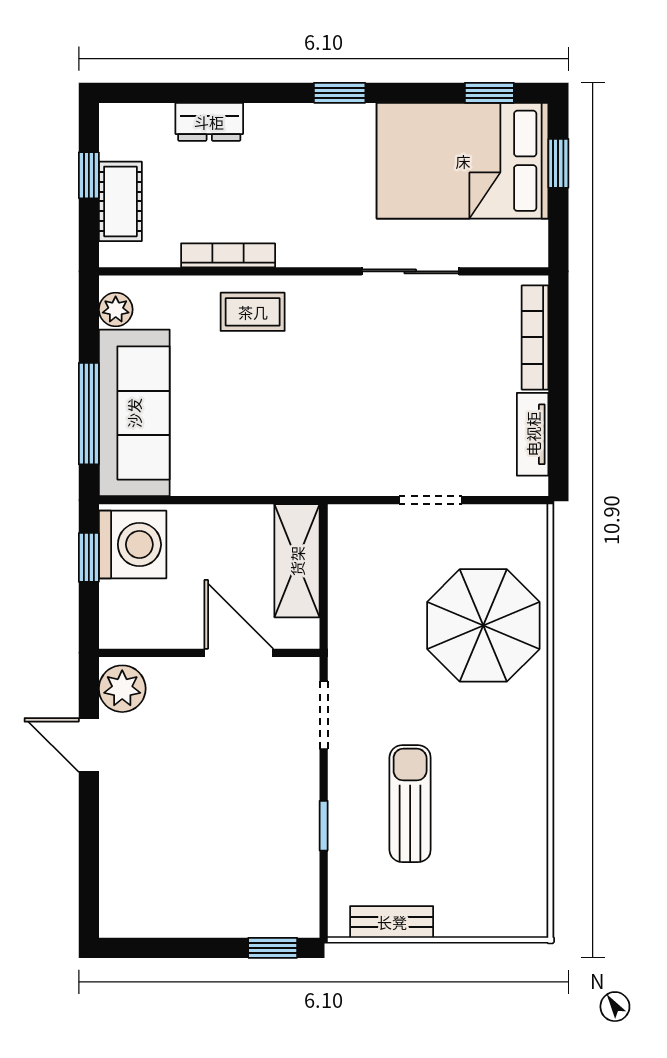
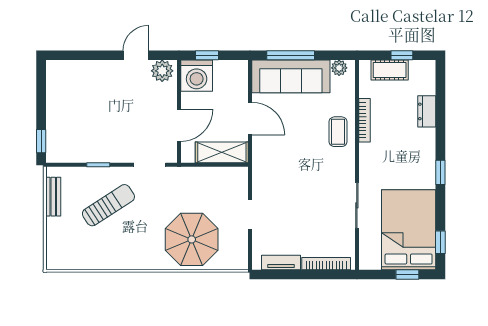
door: (224, 500) -> (250, 119), added
washing machine: (133, 545) -> (197, 76), moved
window: (89, 557) -> (207, 55), moved
sun lounger: (410, 804) -> (108, 205), turned -33

